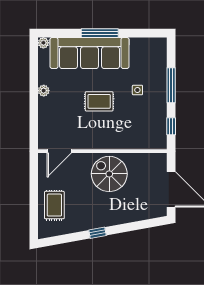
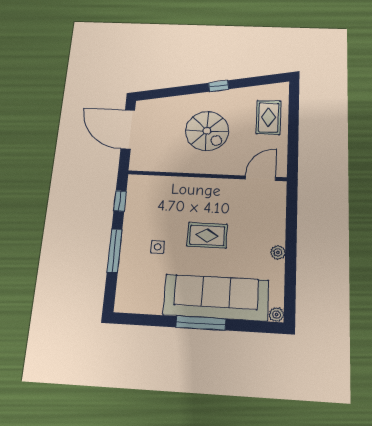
spiral stairs: (109, 174) -> (207, 131), moved

